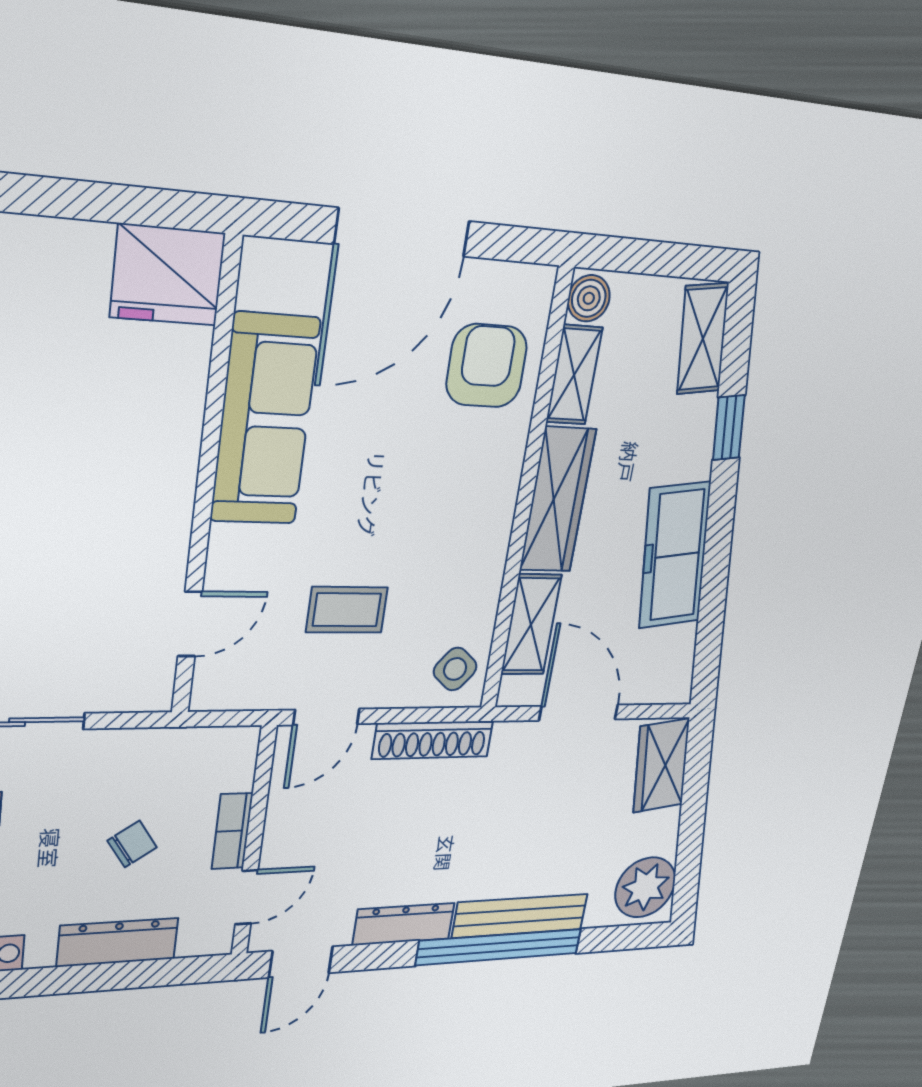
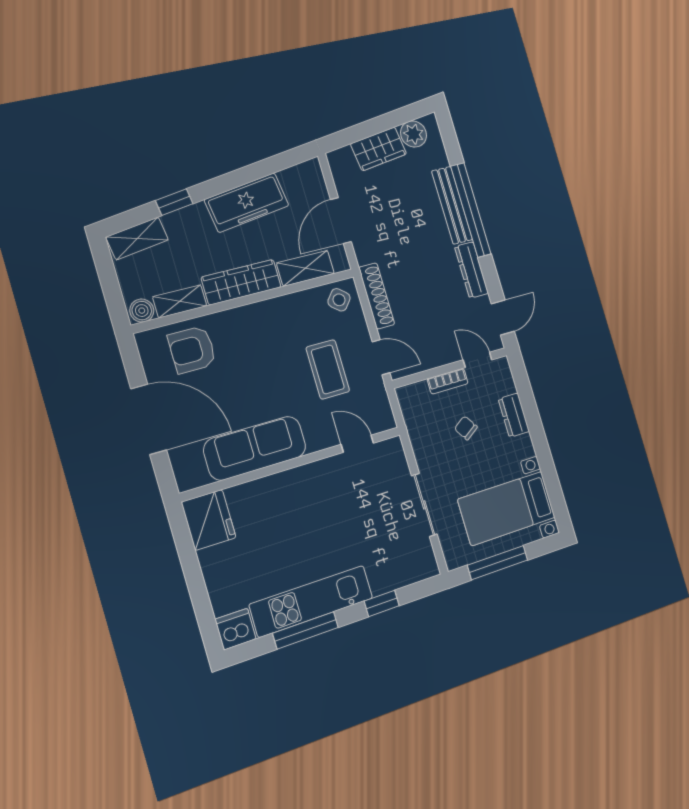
coffee table: (347, 610) -> (328, 369), width x1.36, depth x1.30
wardrobe: (661, 766) -> (379, 149), moved
plant: (645, 887) -> (414, 134), width x0.73, depth x0.73
dresser: (118, 942) -> (514, 415), width x0.70
door: (301, 962) -> (503, 317), hinge flipped

